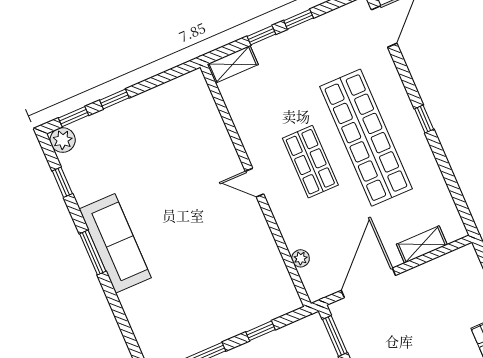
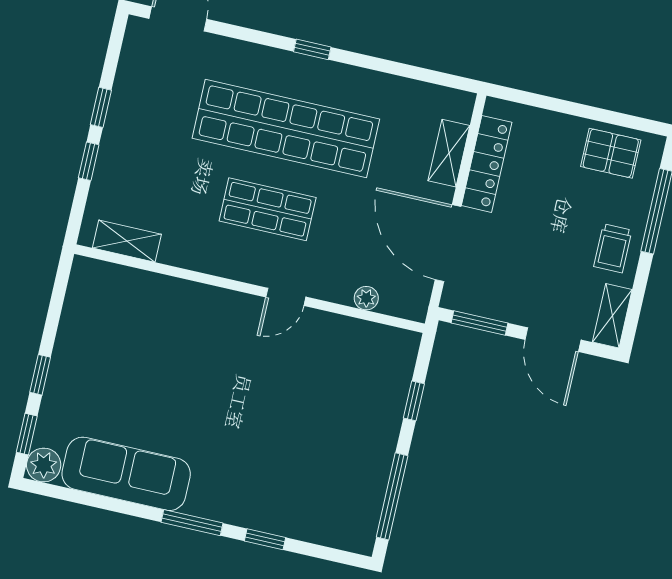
shelving: (233, 64) -> (127, 241), moved, turned 90
window: (62, 182) -> (265, 539), moved
door: (254, 183) -> (286, 297), moved
sofa: (115, 243) -> (126, 474), moved
locker: (432, 271) -> (487, 164), added

